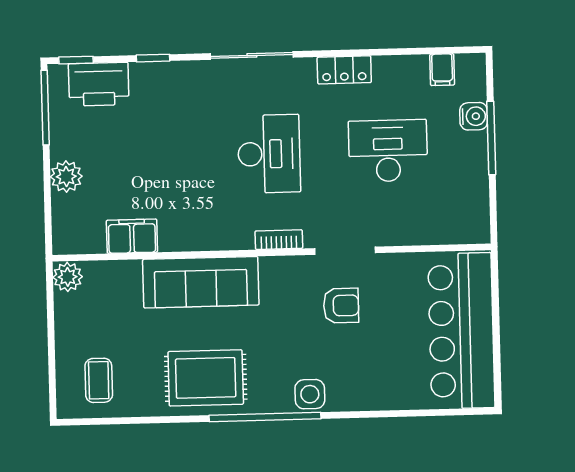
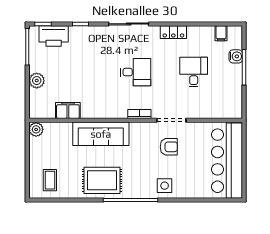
desk: (388, 151) -> (194, 72), width x0.73
desk: (269, 154) -> (136, 72), width x0.73
side table: (310, 394) -> (165, 186), moved

